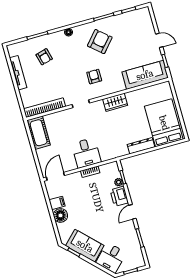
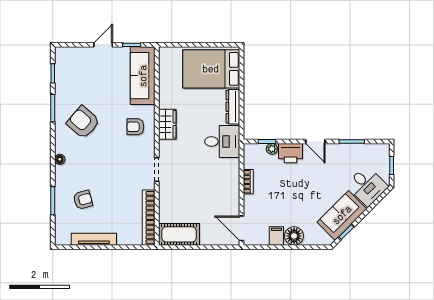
armchair: (94, 77) -> (135, 127), moved
desk: (86, 153) -> (222, 141), moved

